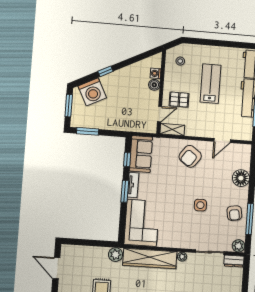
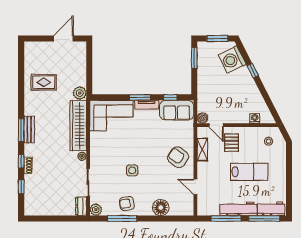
boiler: (154, 85) -> (202, 118), moved
shelving: (172, 129) -> (202, 150), moved

